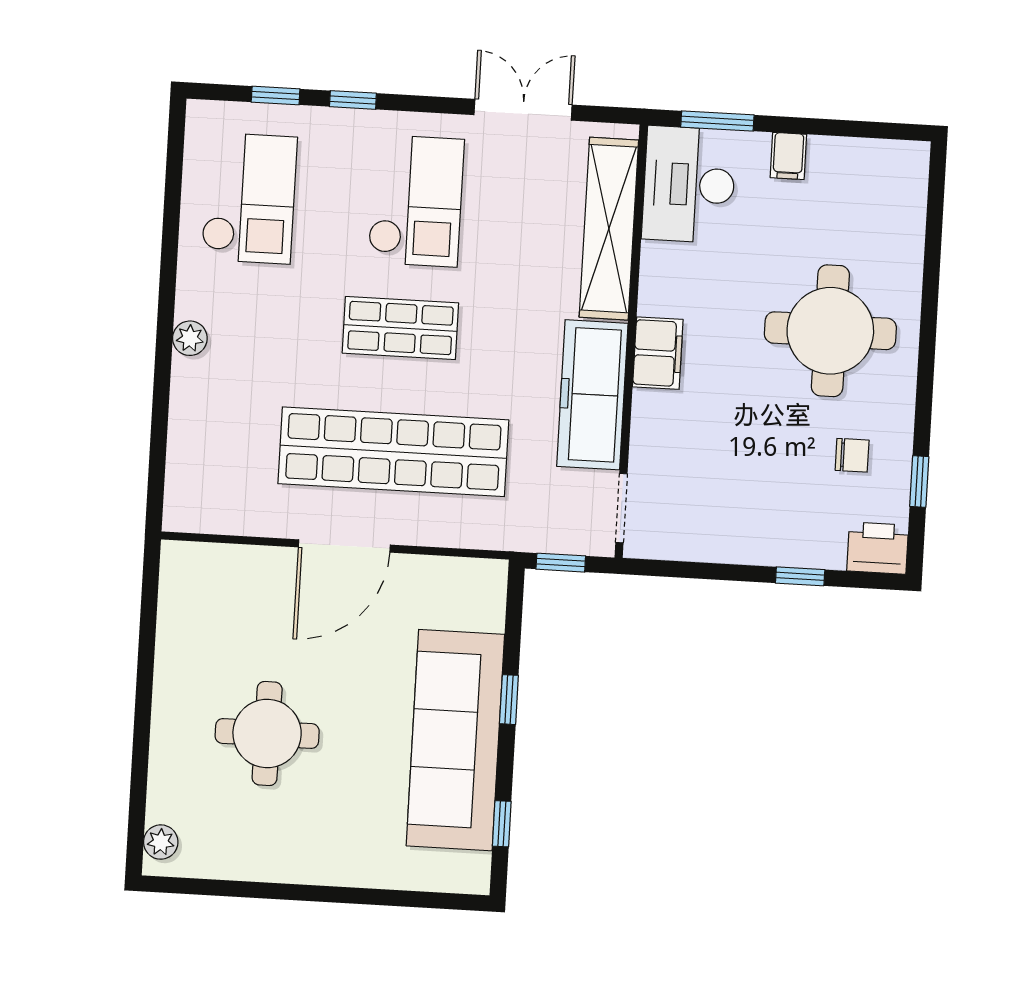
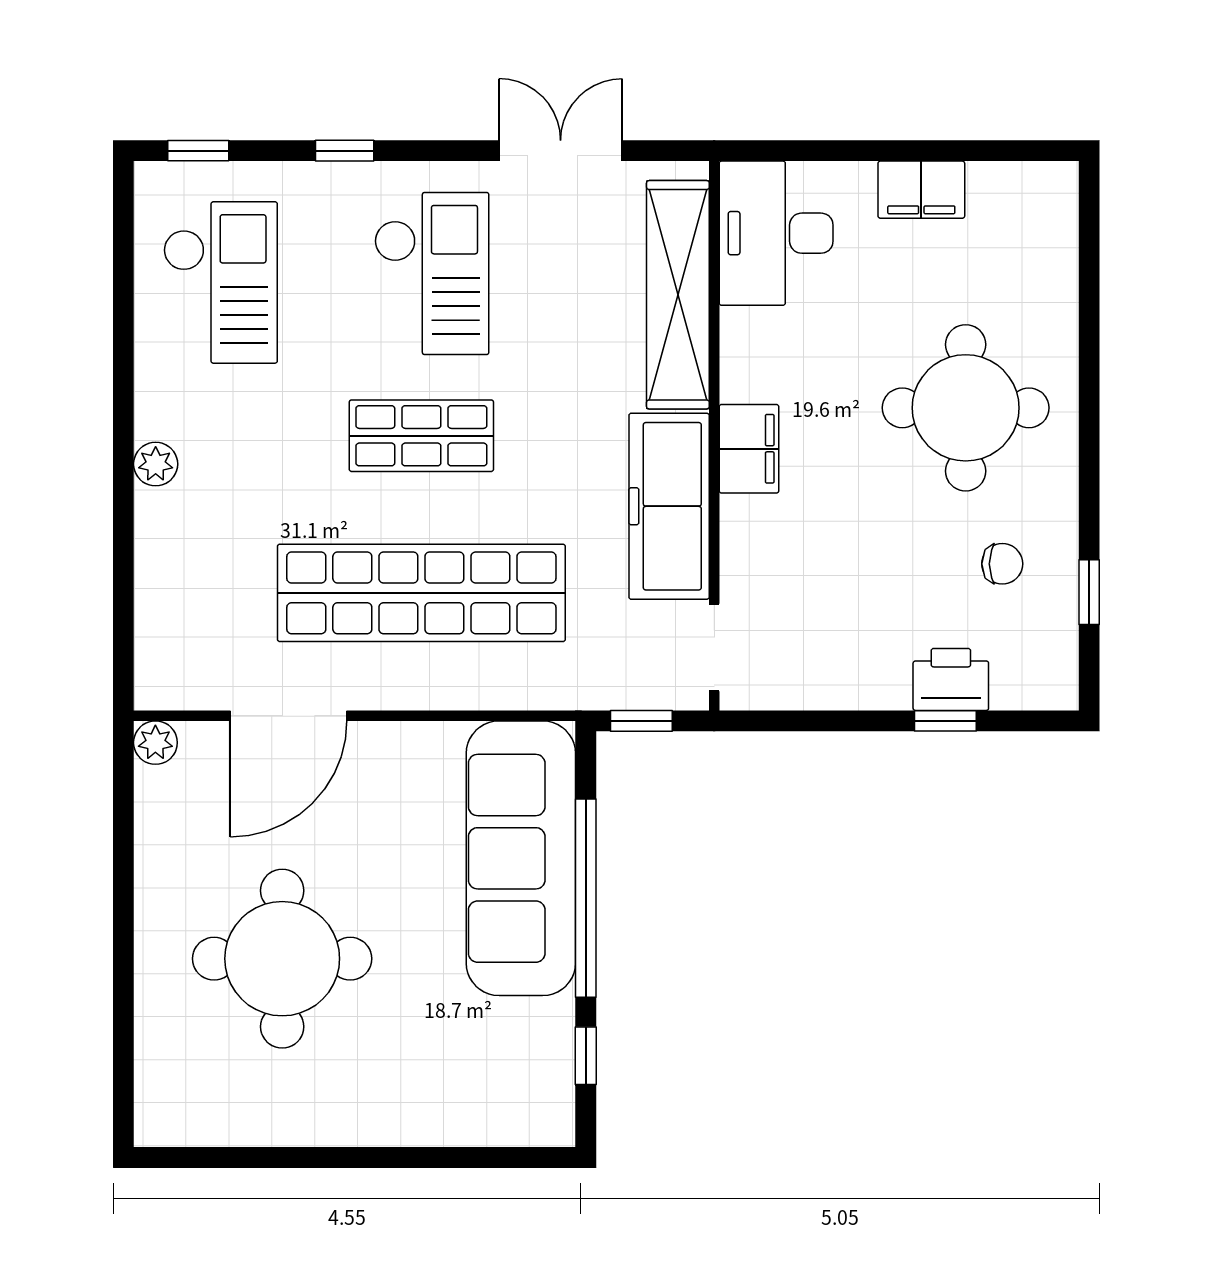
window: (276, 96) -> (198, 151), moved
window: (717, 121) -> (807, 151), removed
filing cabinet: (788, 156) -> (921, 190), width x2.00
door: (344, 546) -> (289, 716), moved
printer: (878, 548) -> (951, 679), moved
window: (509, 700) -> (586, 898), width x3.17
round table: (267, 733) -> (282, 959), width x1.36, depth x1.36
sofa: (455, 740) -> (521, 858), moved
plant: (161, 842) -> (155, 743), moved

